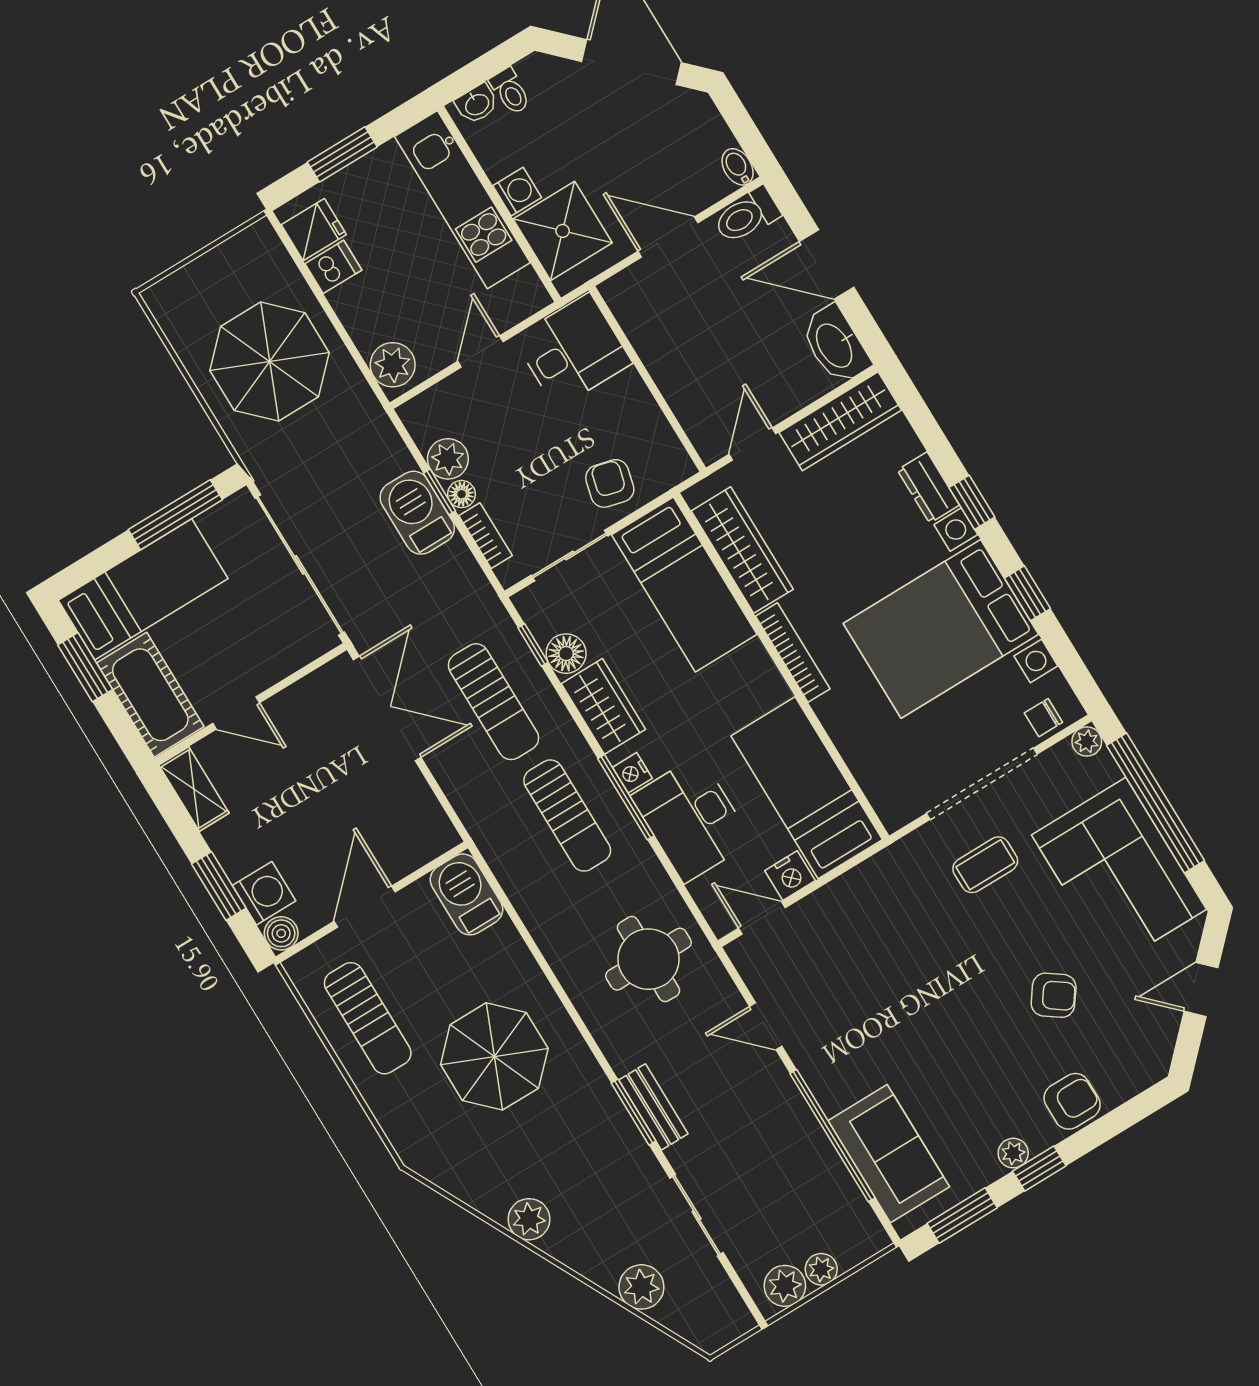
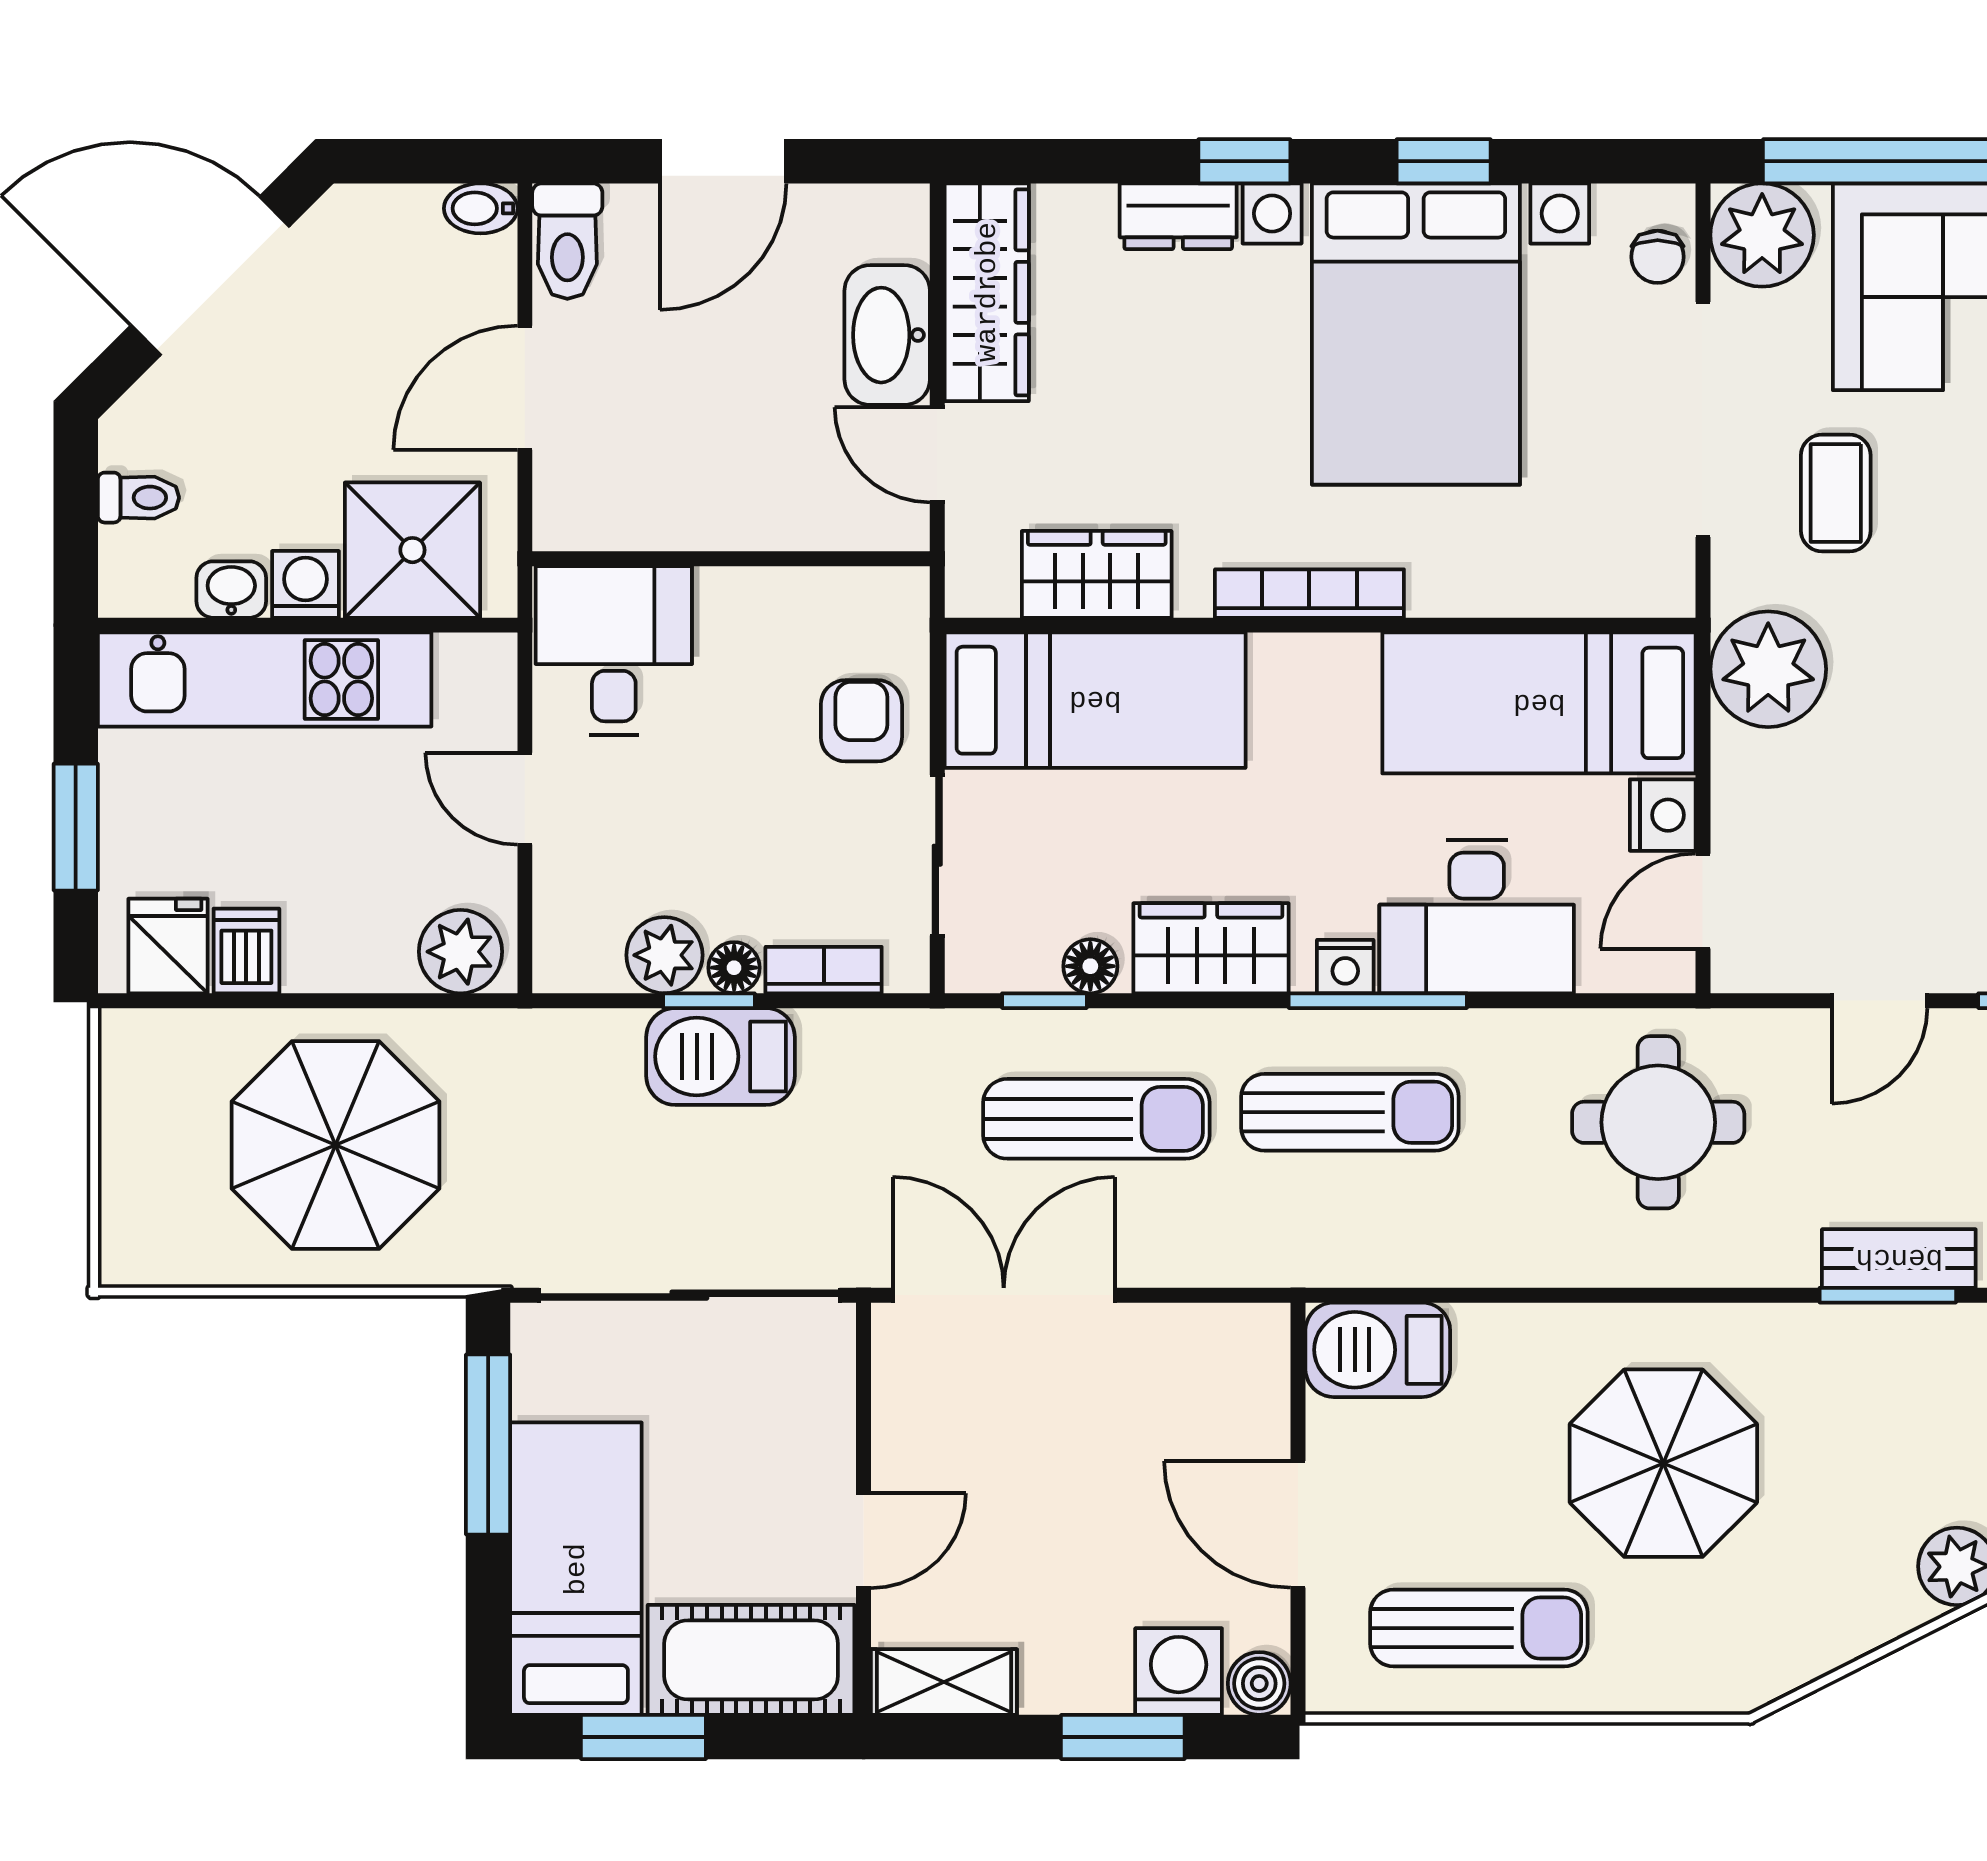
washbasin: (477, 104) -> (231, 590), moved, turned -90
washbasin: (835, 345) -> (887, 335), moved, turned 90
armchair: (610, 483) -> (861, 721), turned 76
wardrobe: (742, 550) -> (1097, 574), width x0.67
floor lamp: (566, 654) -> (1090, 966), width x0.73, depth x0.73
plant: (1087, 742) -> (1762, 235), width x1.87, depth x1.87
plant: (886, 883) -> (1768, 669), added

